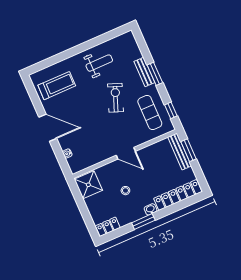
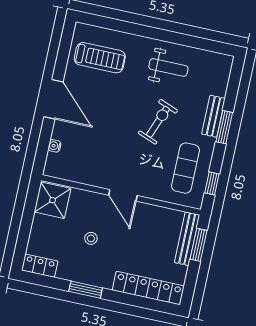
washbasin: (151, 209) -> (104, 282), removed

